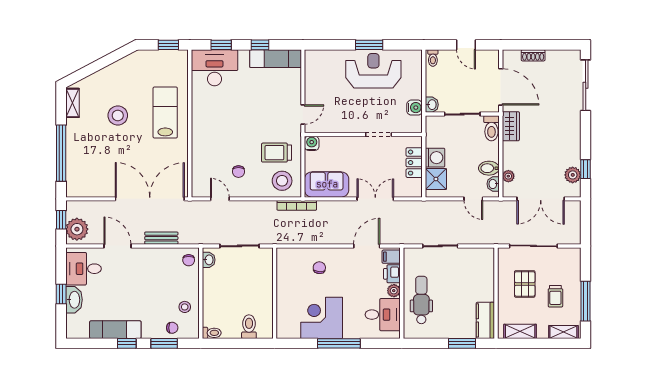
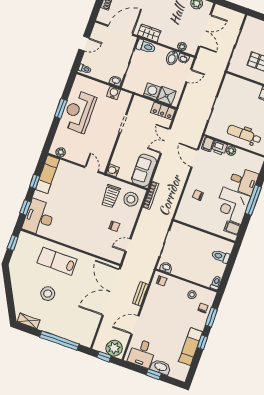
plant: (311, 66) -> (61, 152), added
locker: (414, 163) -> (163, 111), moved
desk: (383, 315) -> (243, 181), moved, turned 90
filing cabinet: (292, 329) -> (232, 228), added

